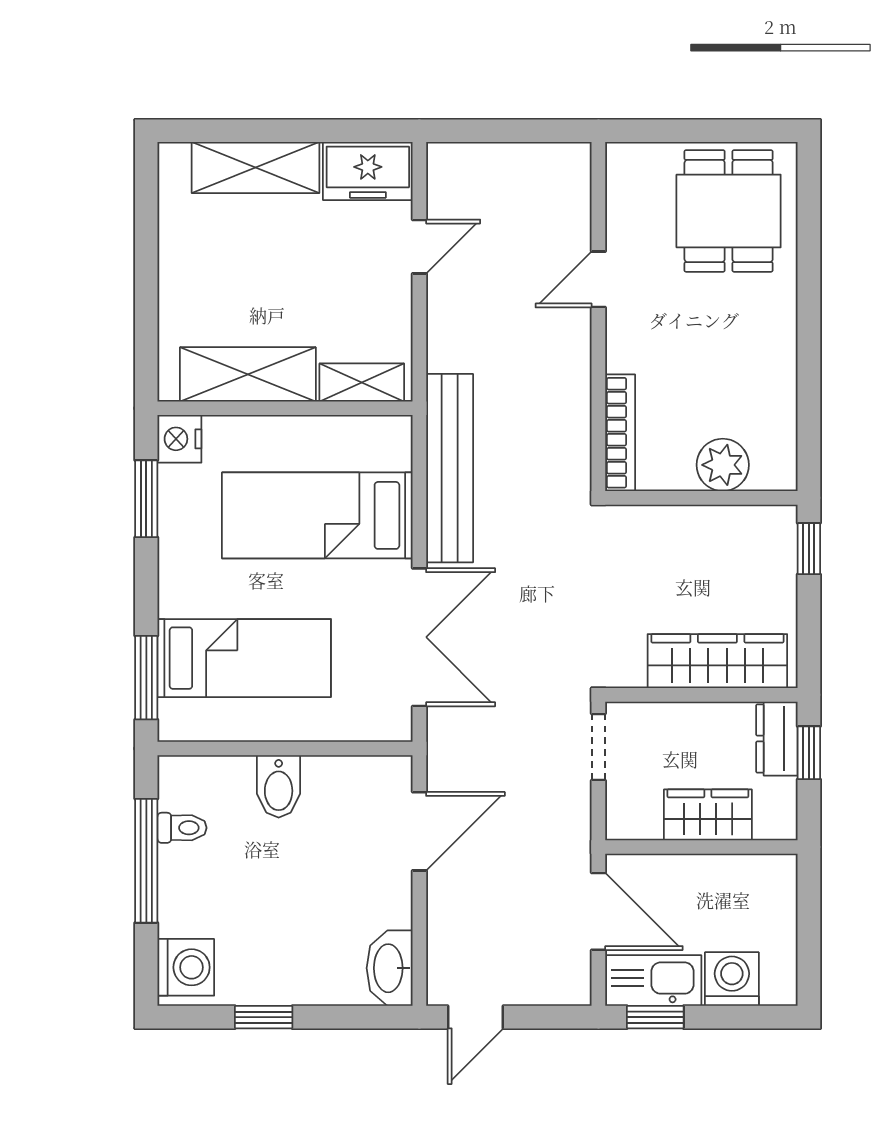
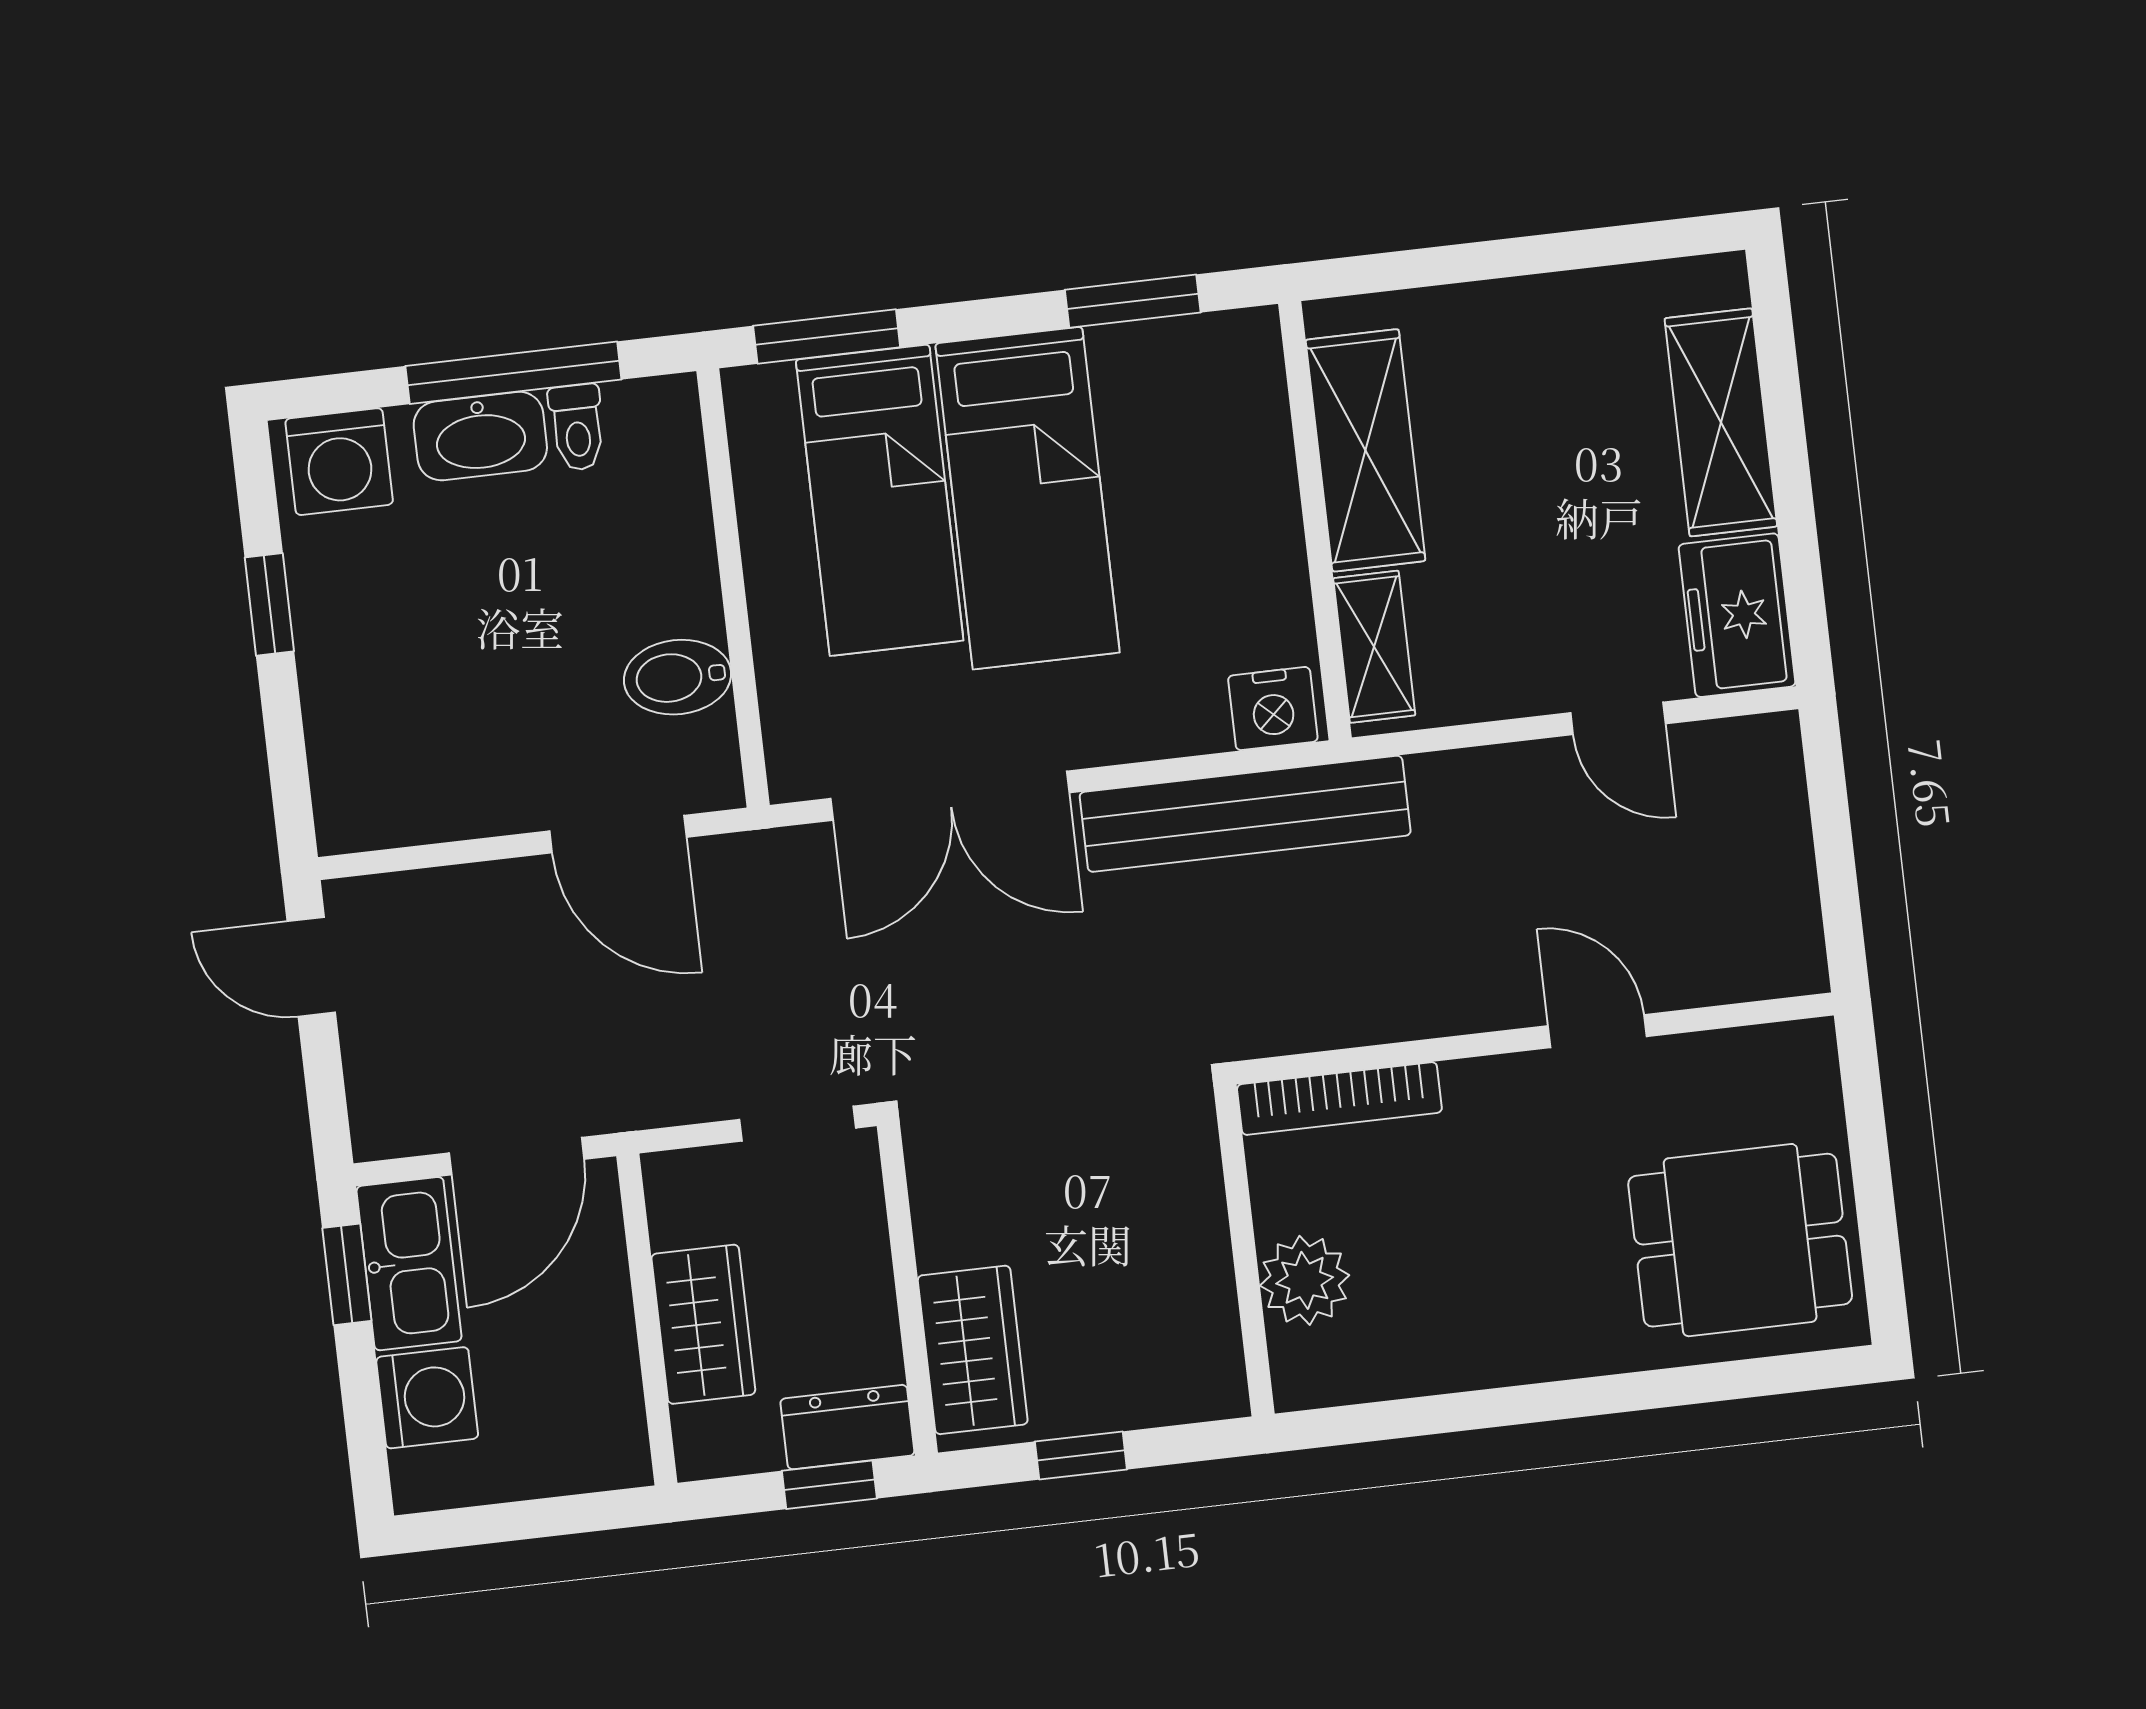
nightstand: (179, 439) -> (1273, 709), moved, turned 180
bed: (317, 515) -> (1027, 498), moved, turned 180
window: (809, 549) -> (1081, 1456), moved
wardrobe: (717, 661) -> (973, 1350), width x0.67
bidet: (279, 786) -> (677, 677), moved
washbasin: (390, 968) -> (480, 436), moved, turned 180

